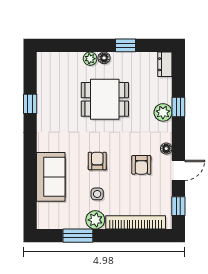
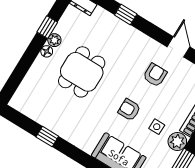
plant: (90, 59) -> (54, 40), moved
plant: (163, 112) -> (122, 30), removed
floor lamp: (166, 149) -> (154, 46), removed
armchair: (141, 165) -> (155, 75), turned -90

